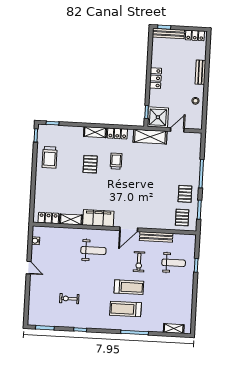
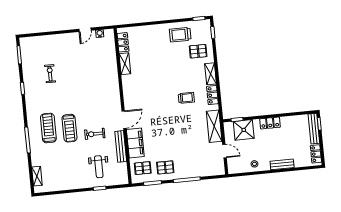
shower: (158, 117) -> (244, 130), moved
pallet: (90, 164) -> (198, 51), moved
filing cabinet: (98, 218) -> (135, 143), moved
door: (129, 229) -> (124, 120), swing flipped
weight bench: (93, 250) -> (99, 89), removed
door: (29, 268) -> (85, 30), moved

